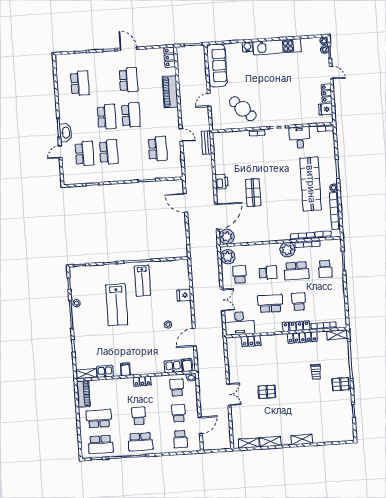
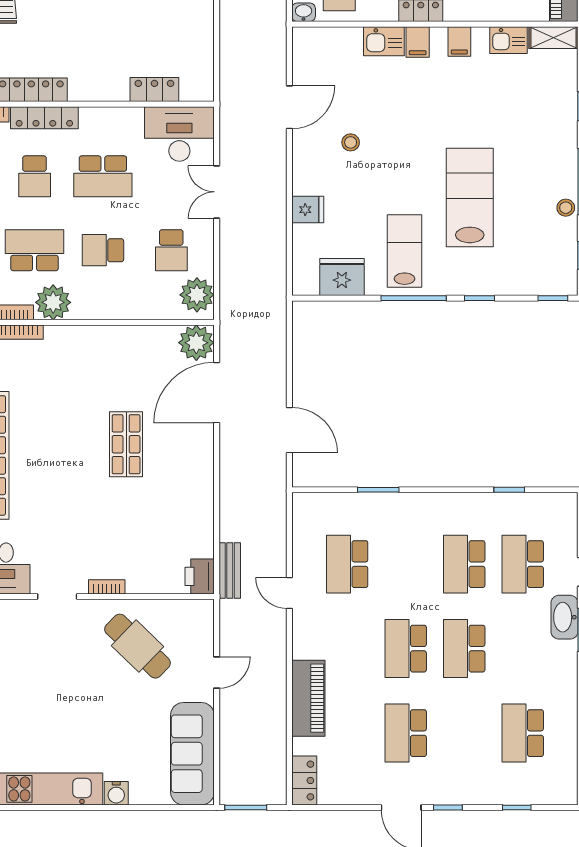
printer: (222, 182) -> (200, 576), moved
fridge: (168, 268) -> (342, 277), added
filing cabinet: (187, 365) -> (418, 42), moved
kitchen sink: (173, 366) -> (384, 41), moved

